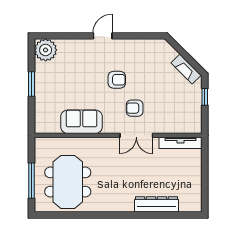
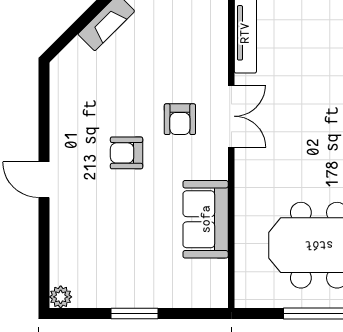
plant: (46, 50) -> (61, 297), width x0.53, depth x0.53
armchair: (117, 80) -> (127, 153), turned -90

